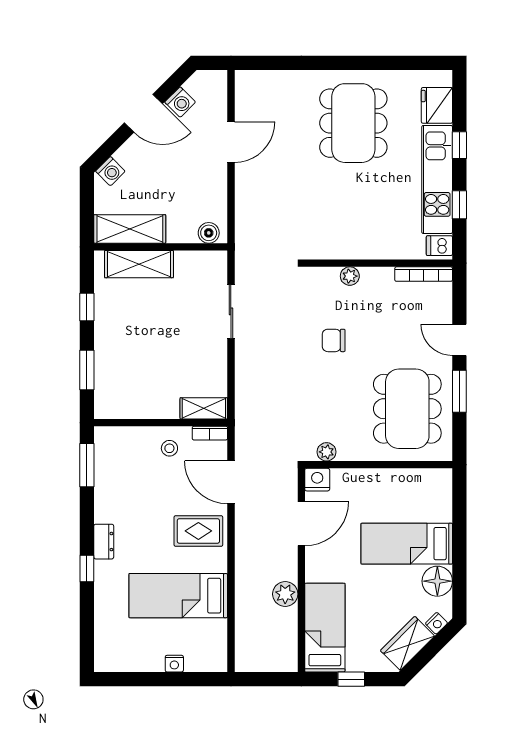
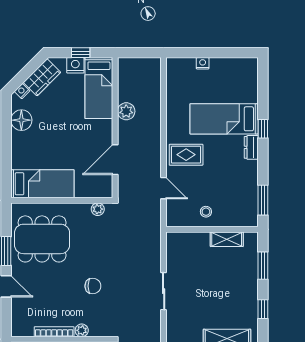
bookcase: (424, 274) -> (54, 332), moved
sliding door: (231, 311) -> (164, 291), moved
shelving: (204, 408) -> (227, 239), moved
dining table: (407, 409) -> (42, 239), turned 90
bookcase: (210, 433) -> (178, 222), removed
nightstand: (317, 480) -> (75, 65), moved, turned 180
door: (231, 482) -> (164, 188), width x0.73
bed: (407, 544) -> (42, 184), moved
bed: (178, 596) -> (224, 119), moved, turned 180

